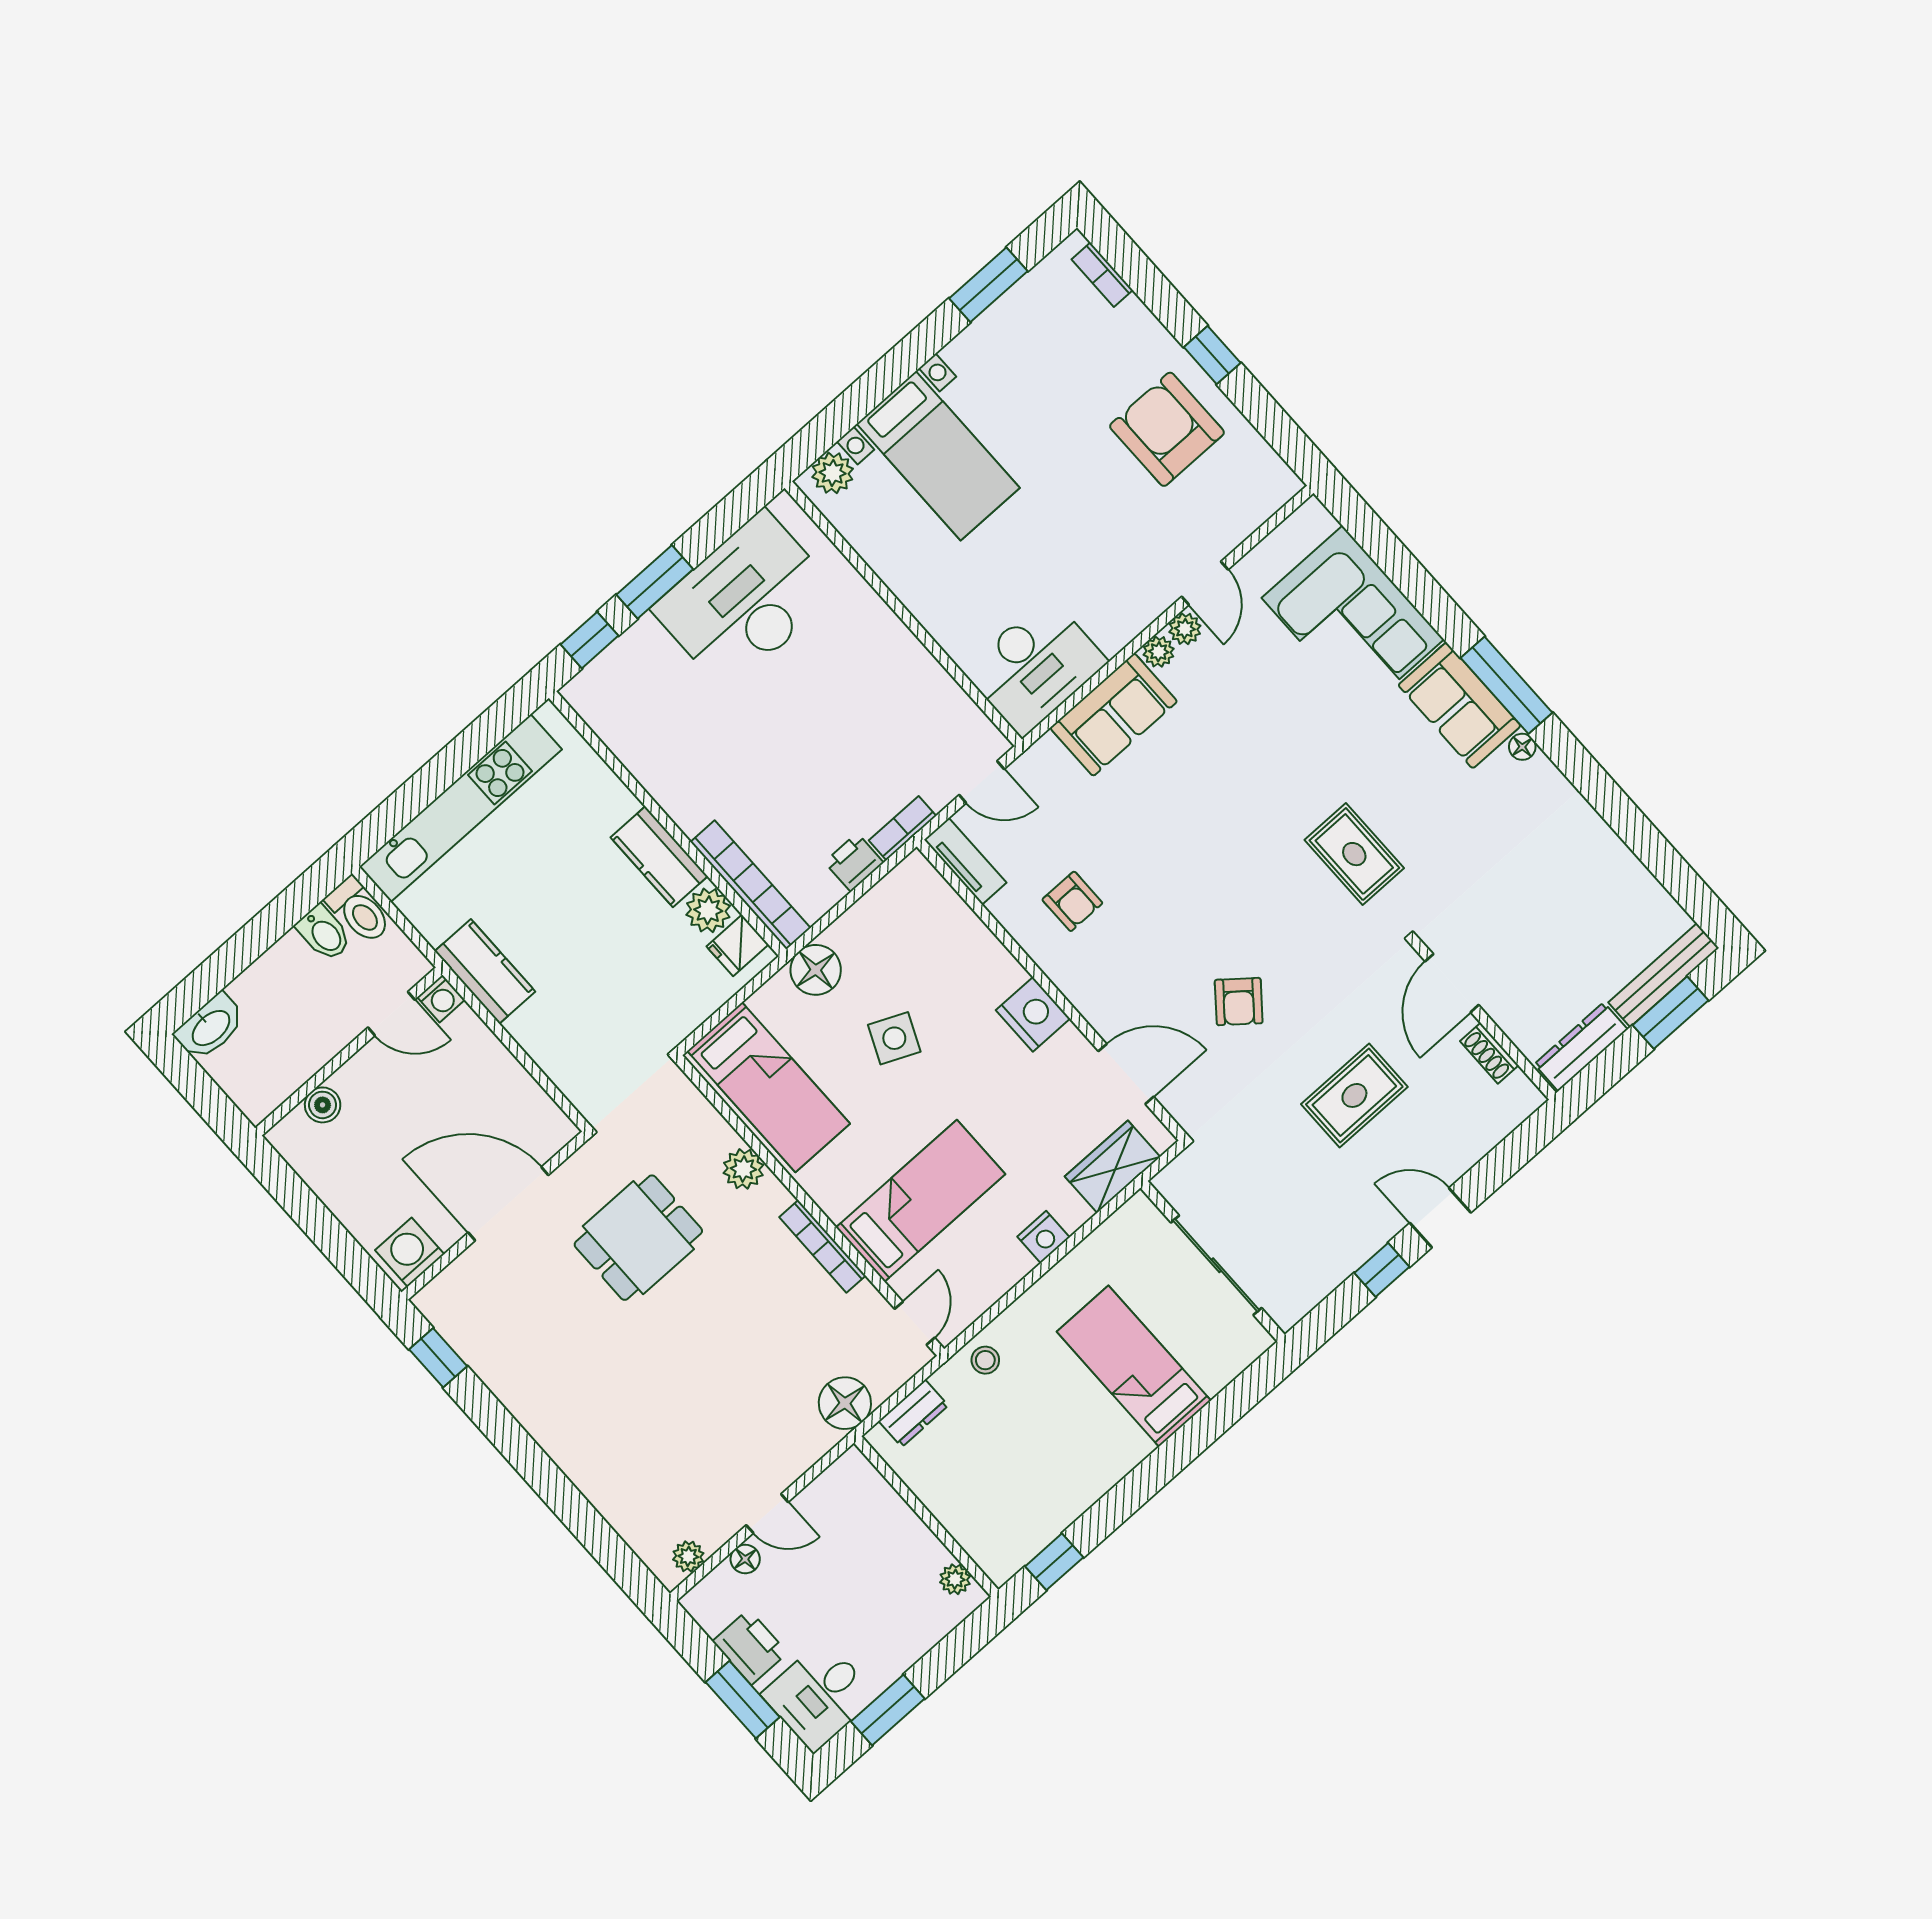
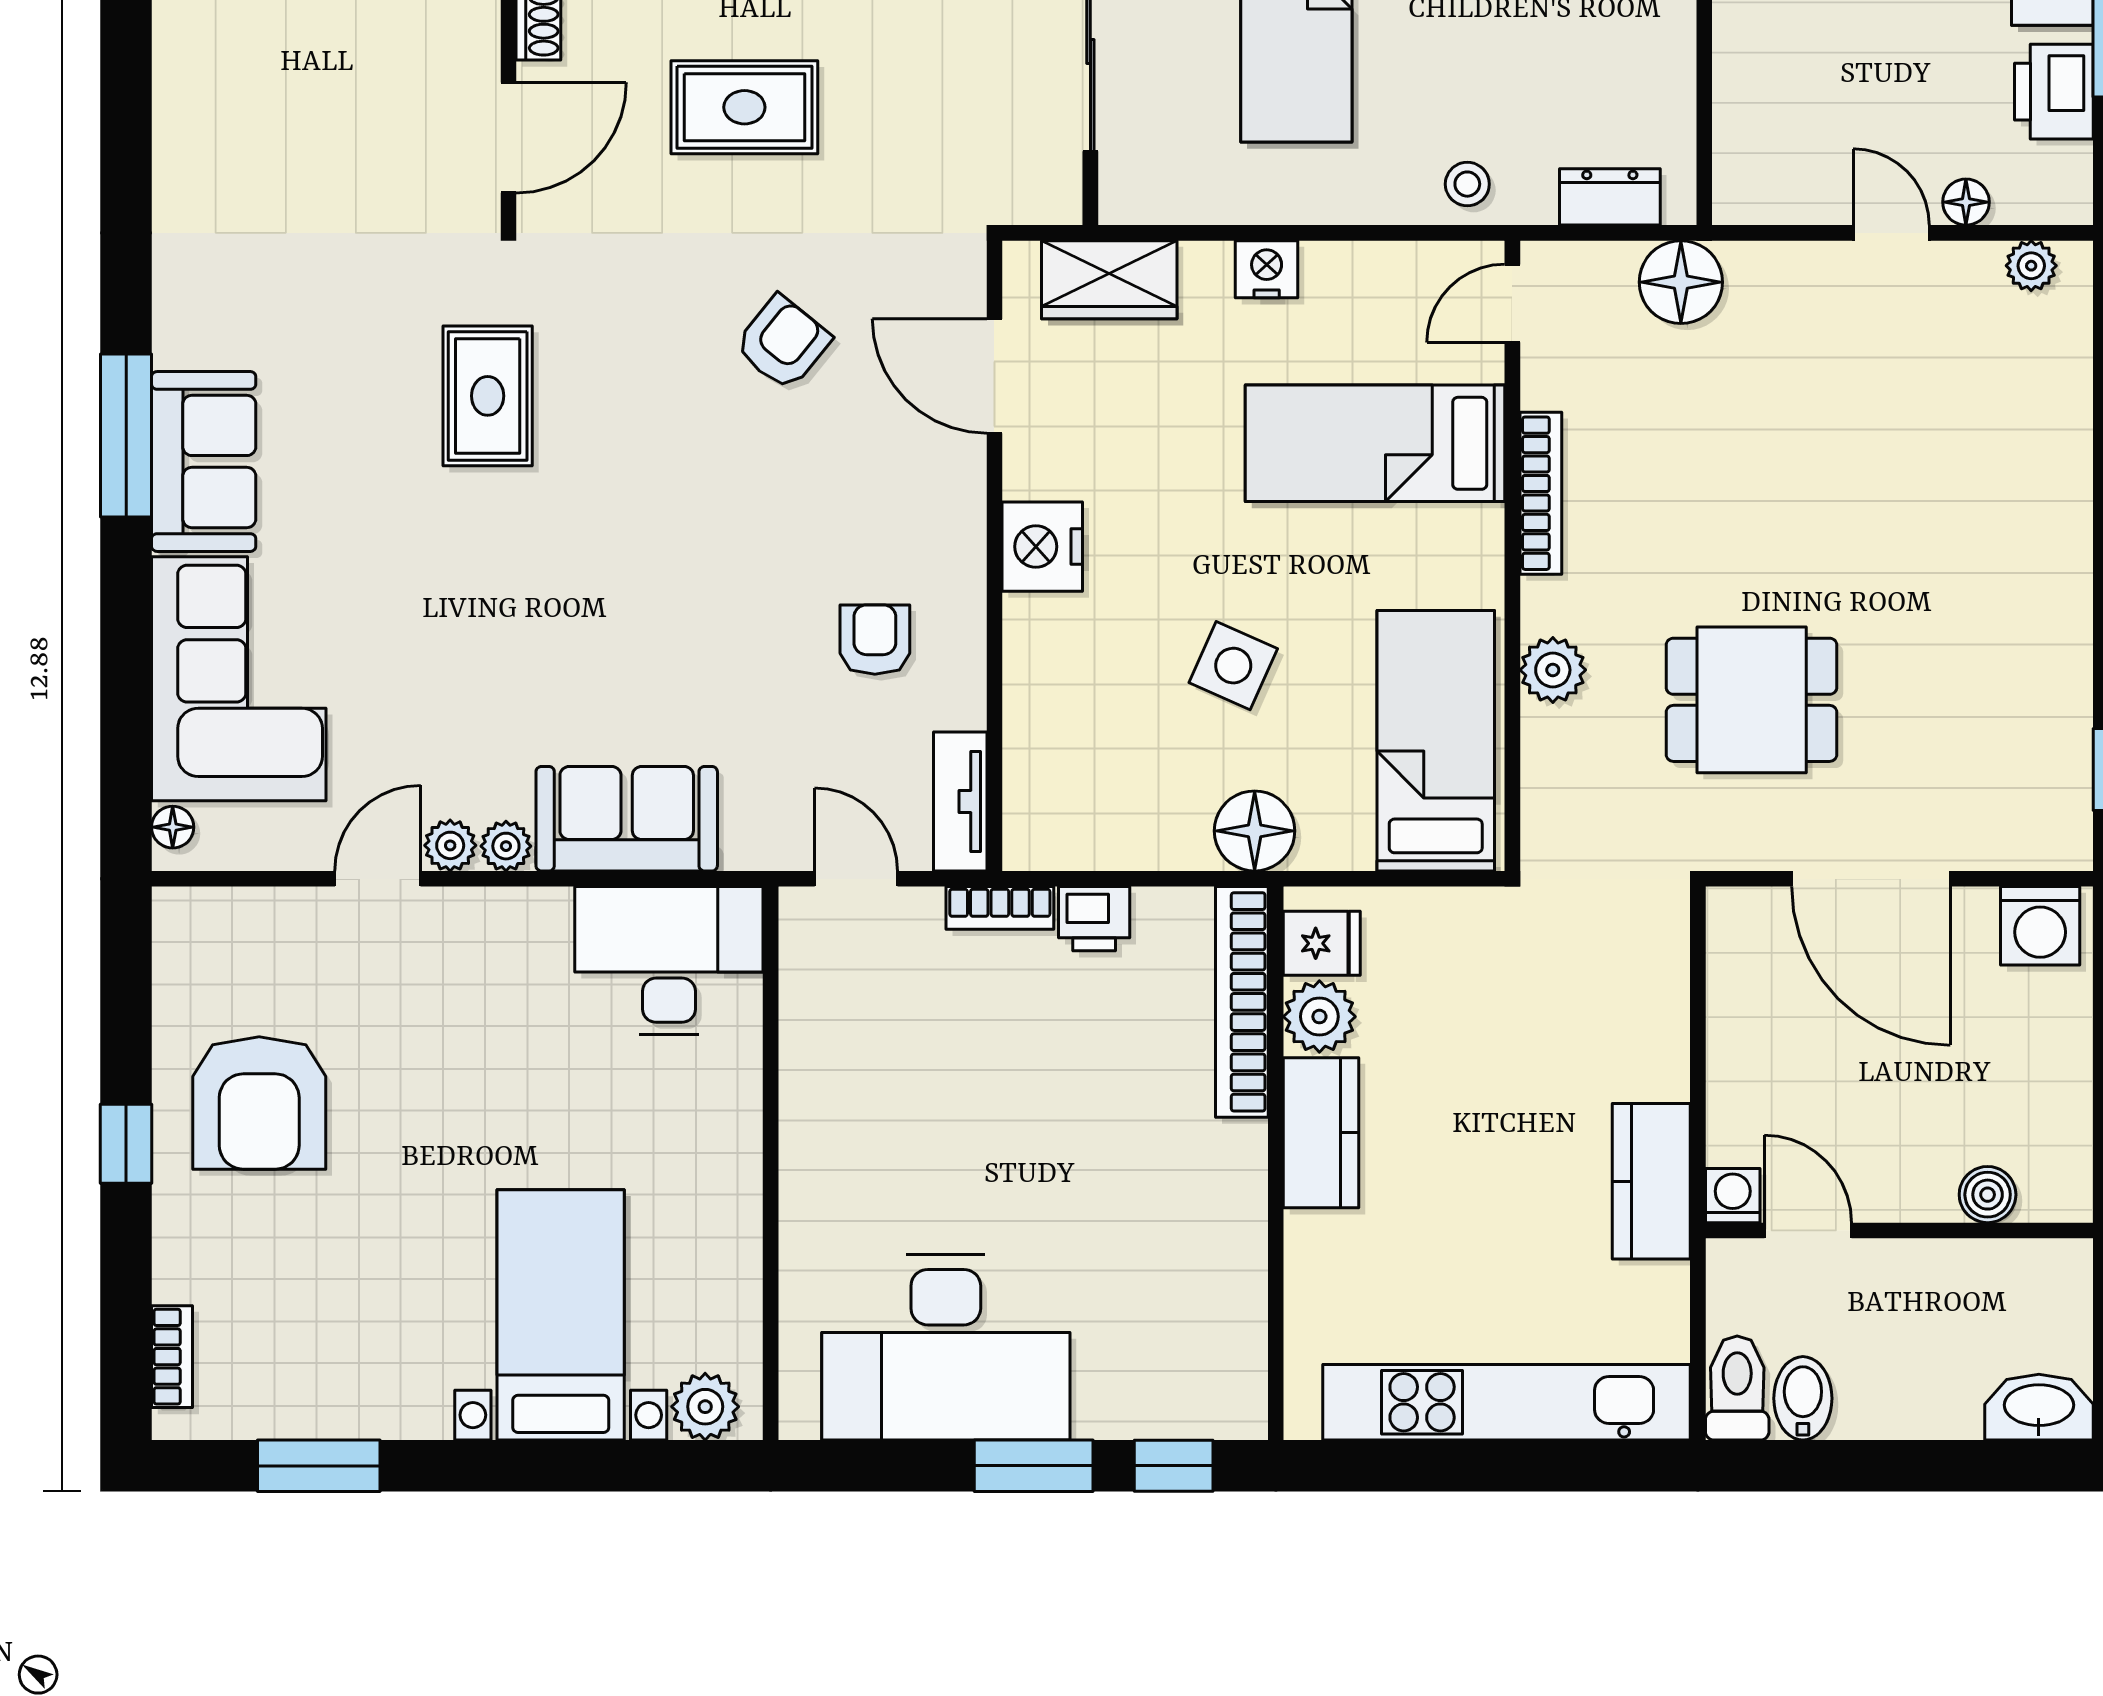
floor lamp: (1522, 747) -> (173, 827), moved

